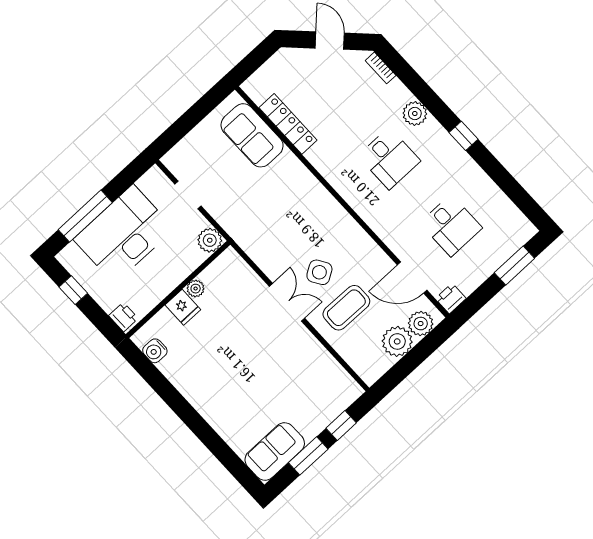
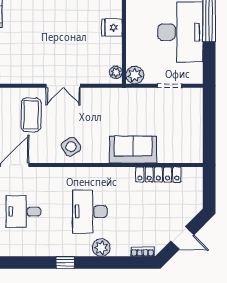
sofa: (252, 135) -> (133, 150), moved
desk: (389, 158) -> (90, 212), width x1.37
side table: (319, 272) -> (71, 147), moved
plant: (196, 289) -> (116, 72), moved

